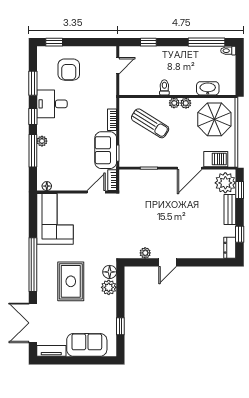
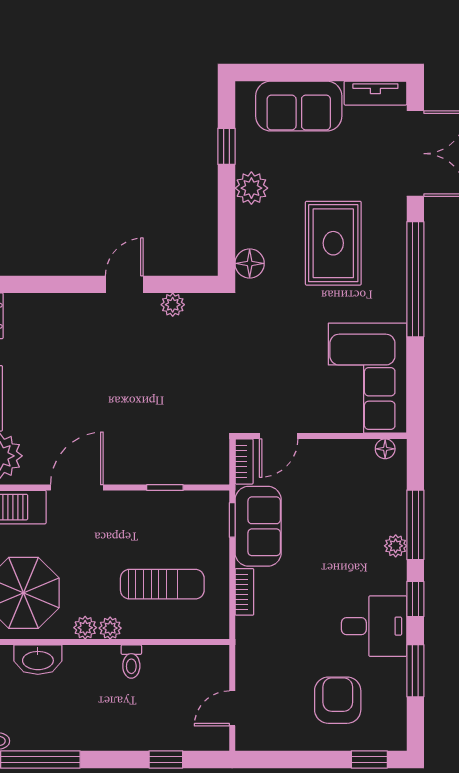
sun lounger: (150, 123) -> (162, 584), turned 148
plant: (109, 287) -> (251, 188), moved

